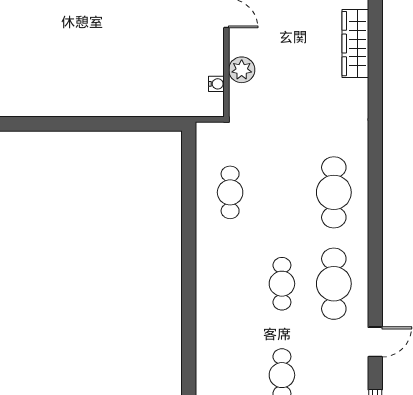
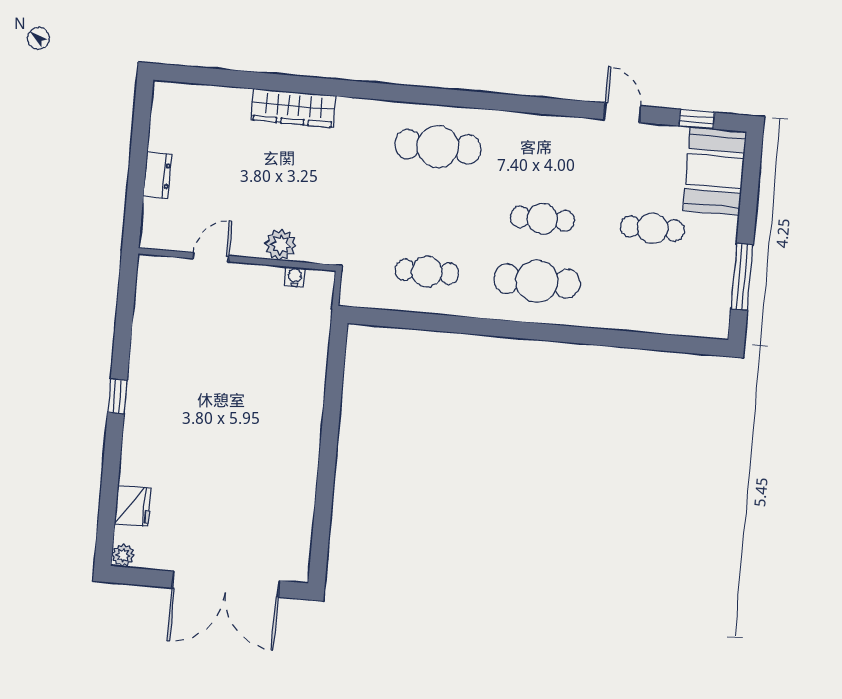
wardrobe: (355, 44) -> (293, 108), moved
cafe table: (334, 284) -> (537, 281), moved

